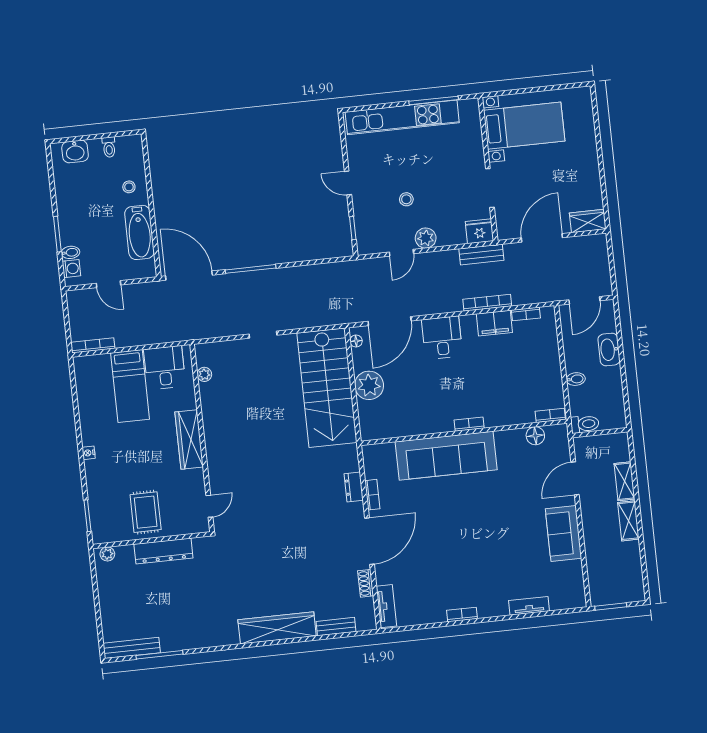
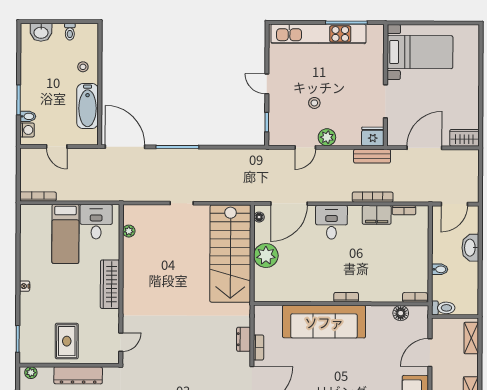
shelving: (624, 481) -> (471, 338), moved

